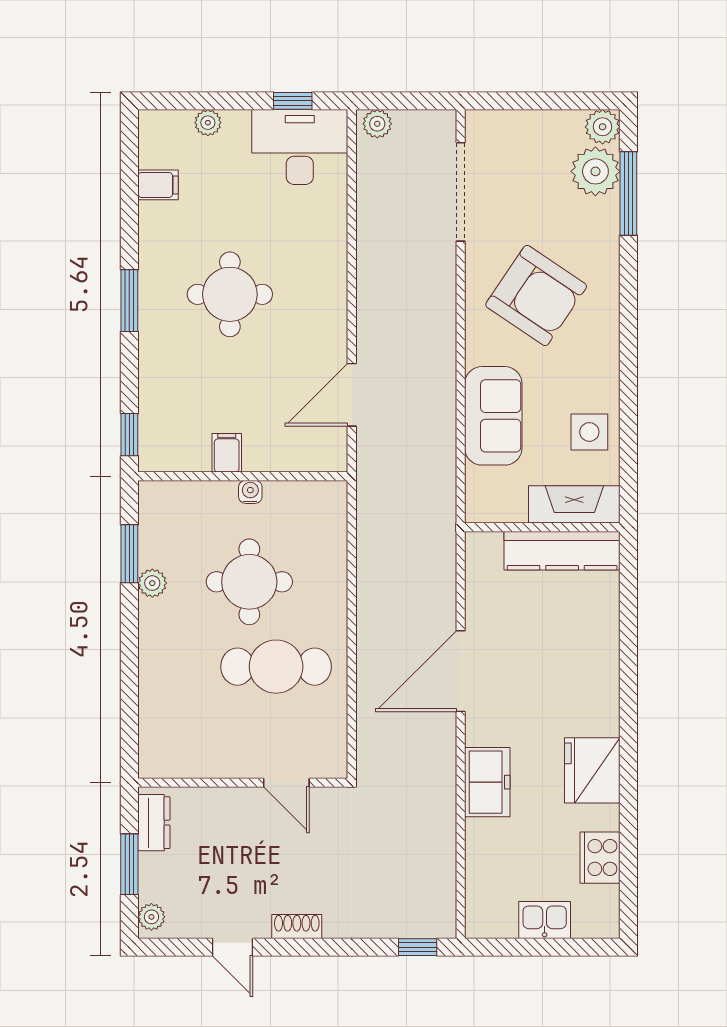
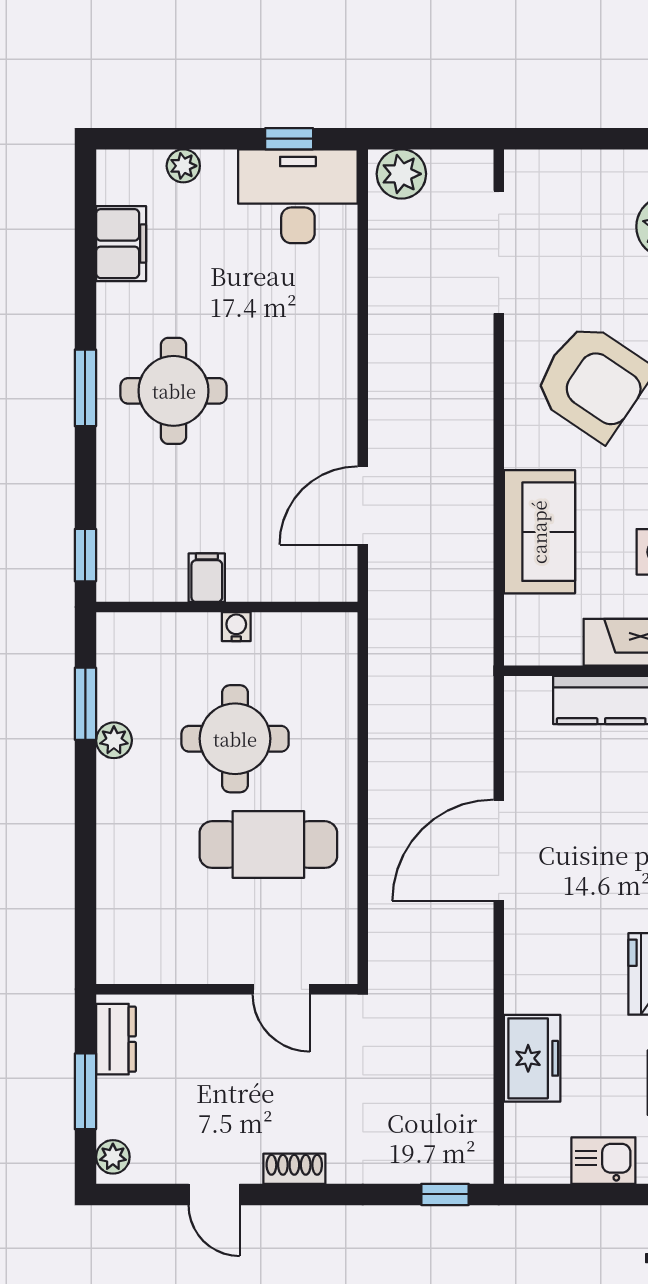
plant: (377, 124) -> (401, 174), width x1.38, depth x1.38
filing cabinet: (158, 185) -> (121, 244), width x2.00
round table: (230, 294) -> (174, 391), moved
freezer: (487, 782) -> (532, 1058), moved

